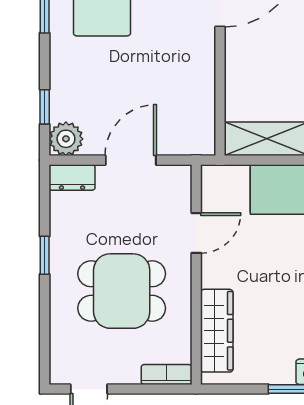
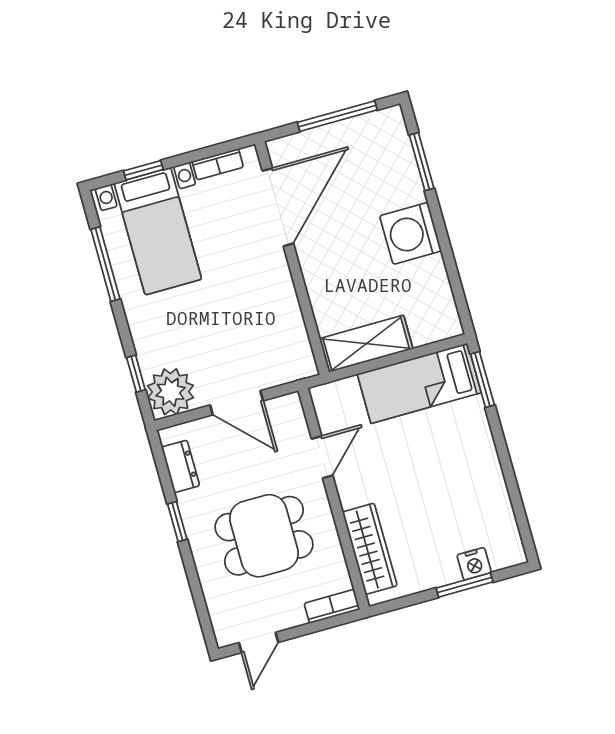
plant: (66, 139) -> (171, 392), width x1.36, depth x1.36
door: (131, 160) -> (237, 403), swing flipped
dresser: (72, 177) -> (181, 466), moved, turned -90

